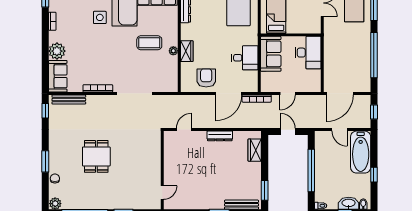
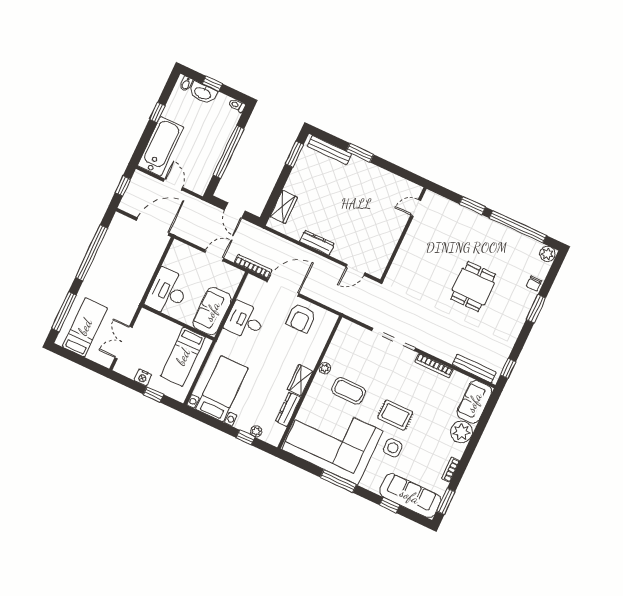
rug: (109, 41) -> (395, 415), added
wardrobe: (187, 51) -> (300, 380), moved

